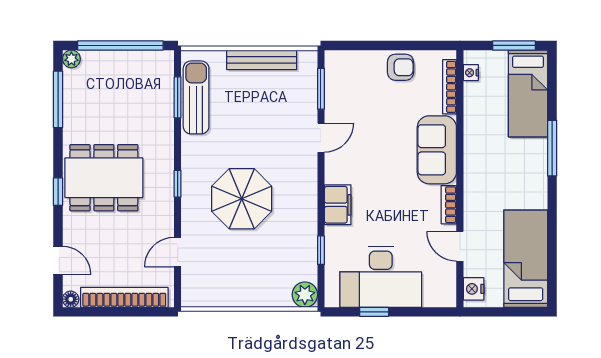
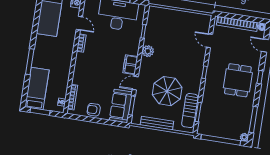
sofa: (437, 150) -> (121, 106), moved, turned 180
dining table: (104, 178) -> (238, 80), width x0.73
parasol: (242, 199) -> (167, 91), moved
filing cabinet: (338, 205) -> (130, 65), moved
door: (178, 252) -> (209, 41), swing flipped
plant: (305, 295) -> (148, 51), moved

